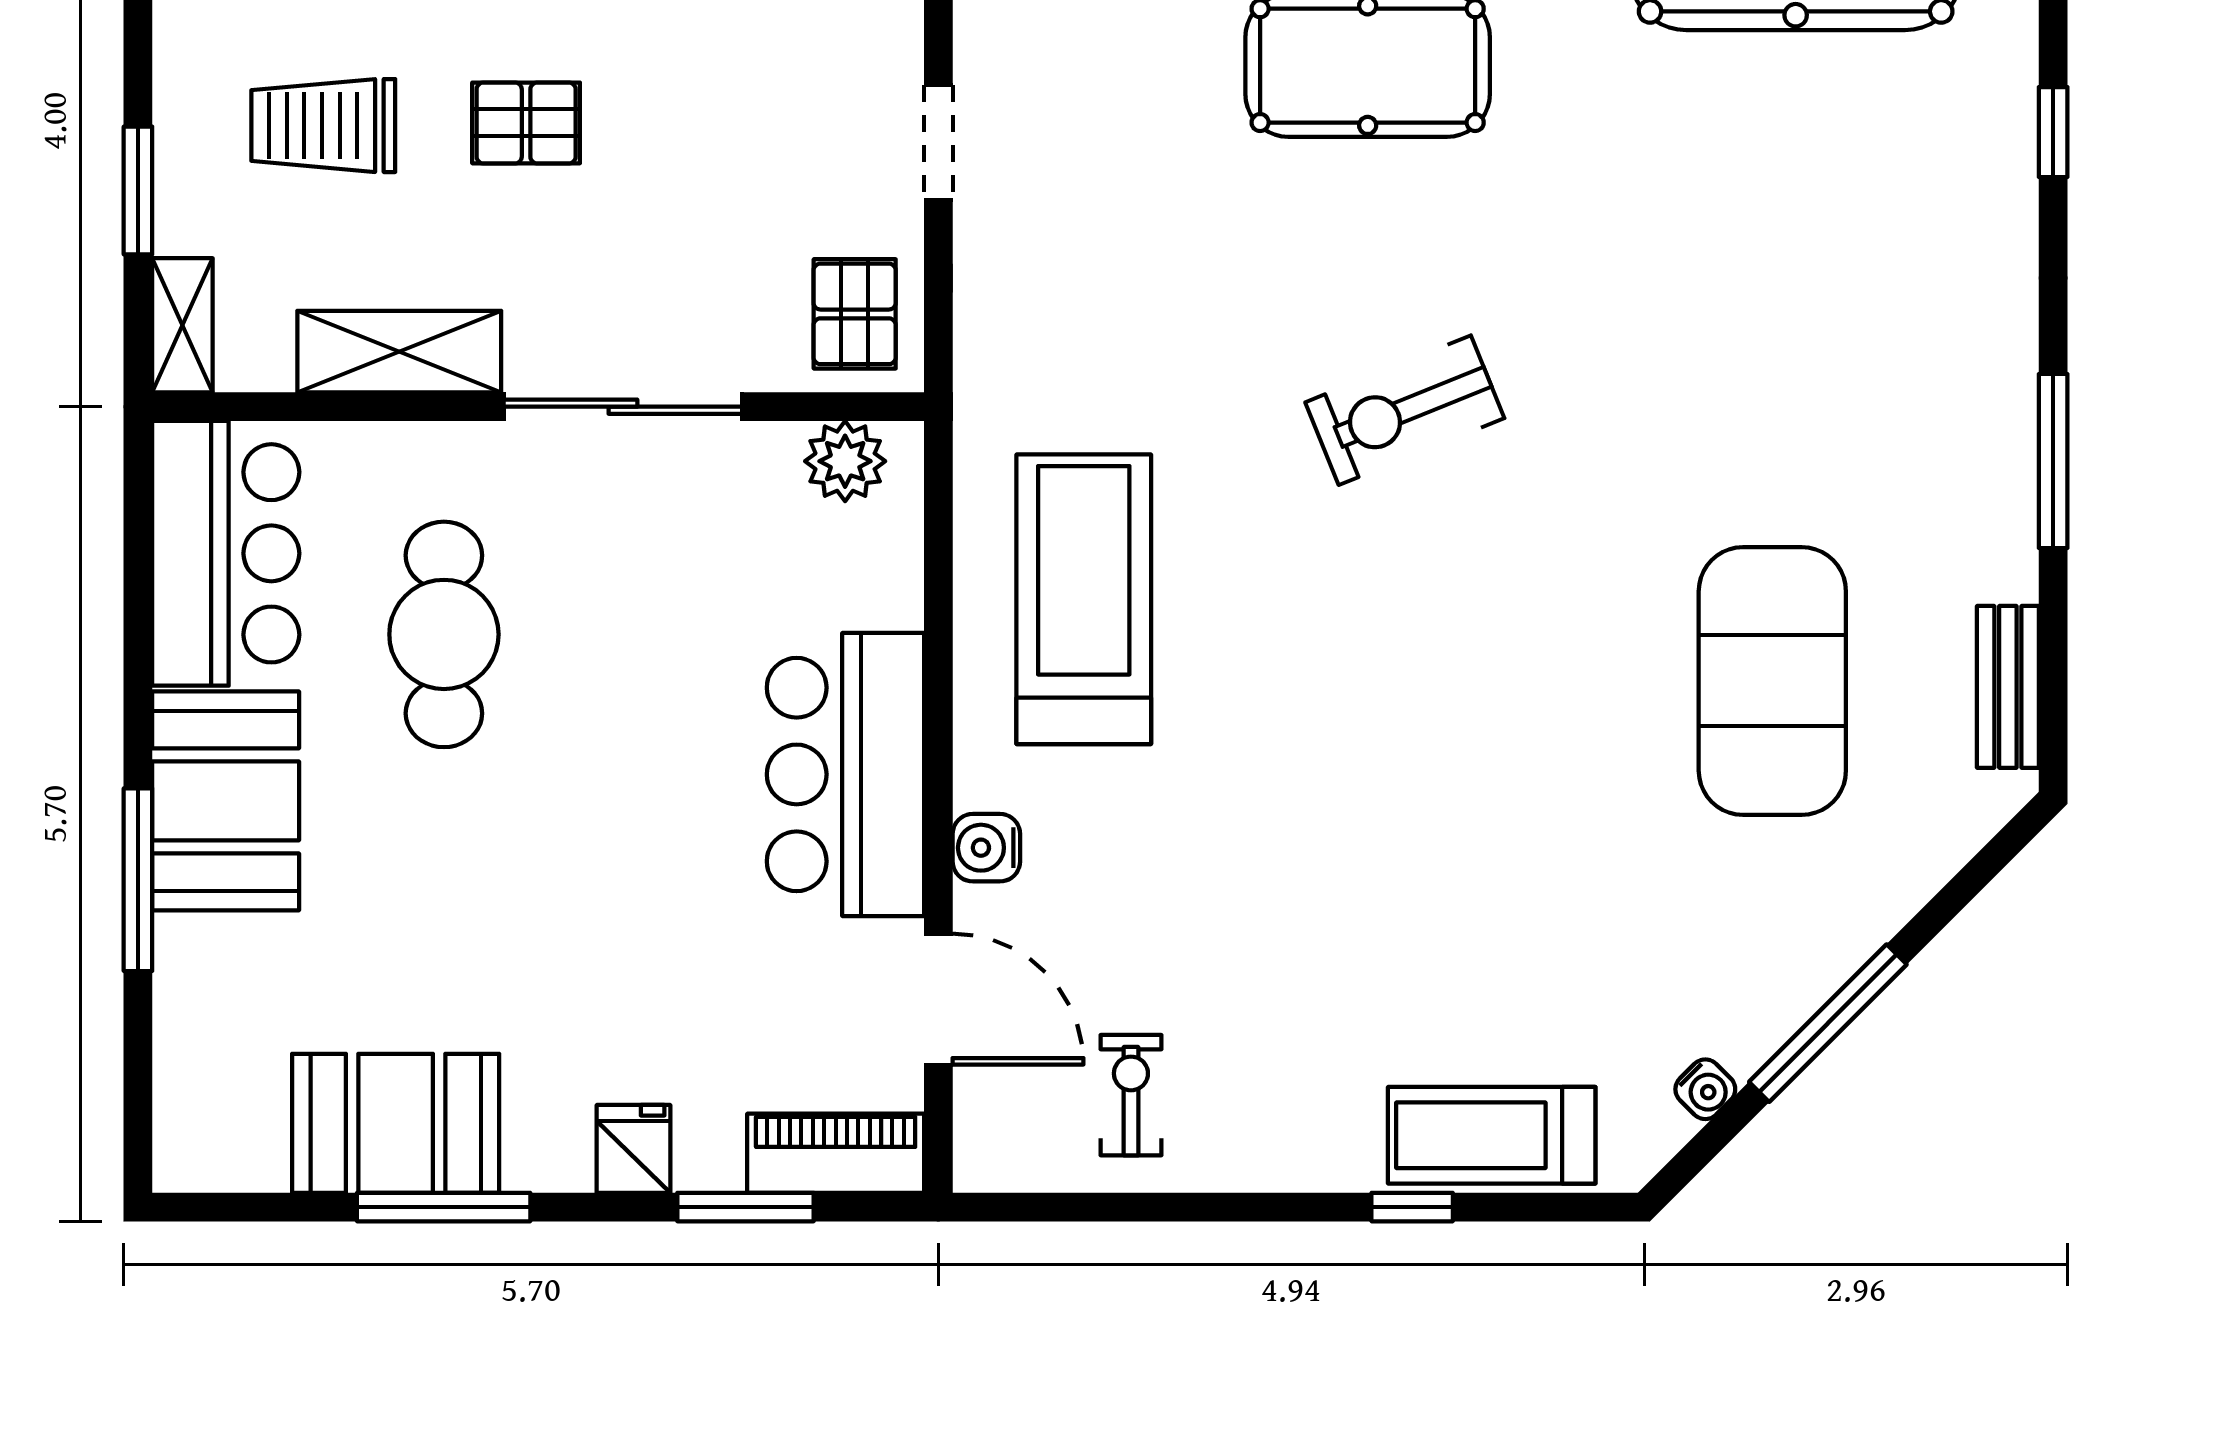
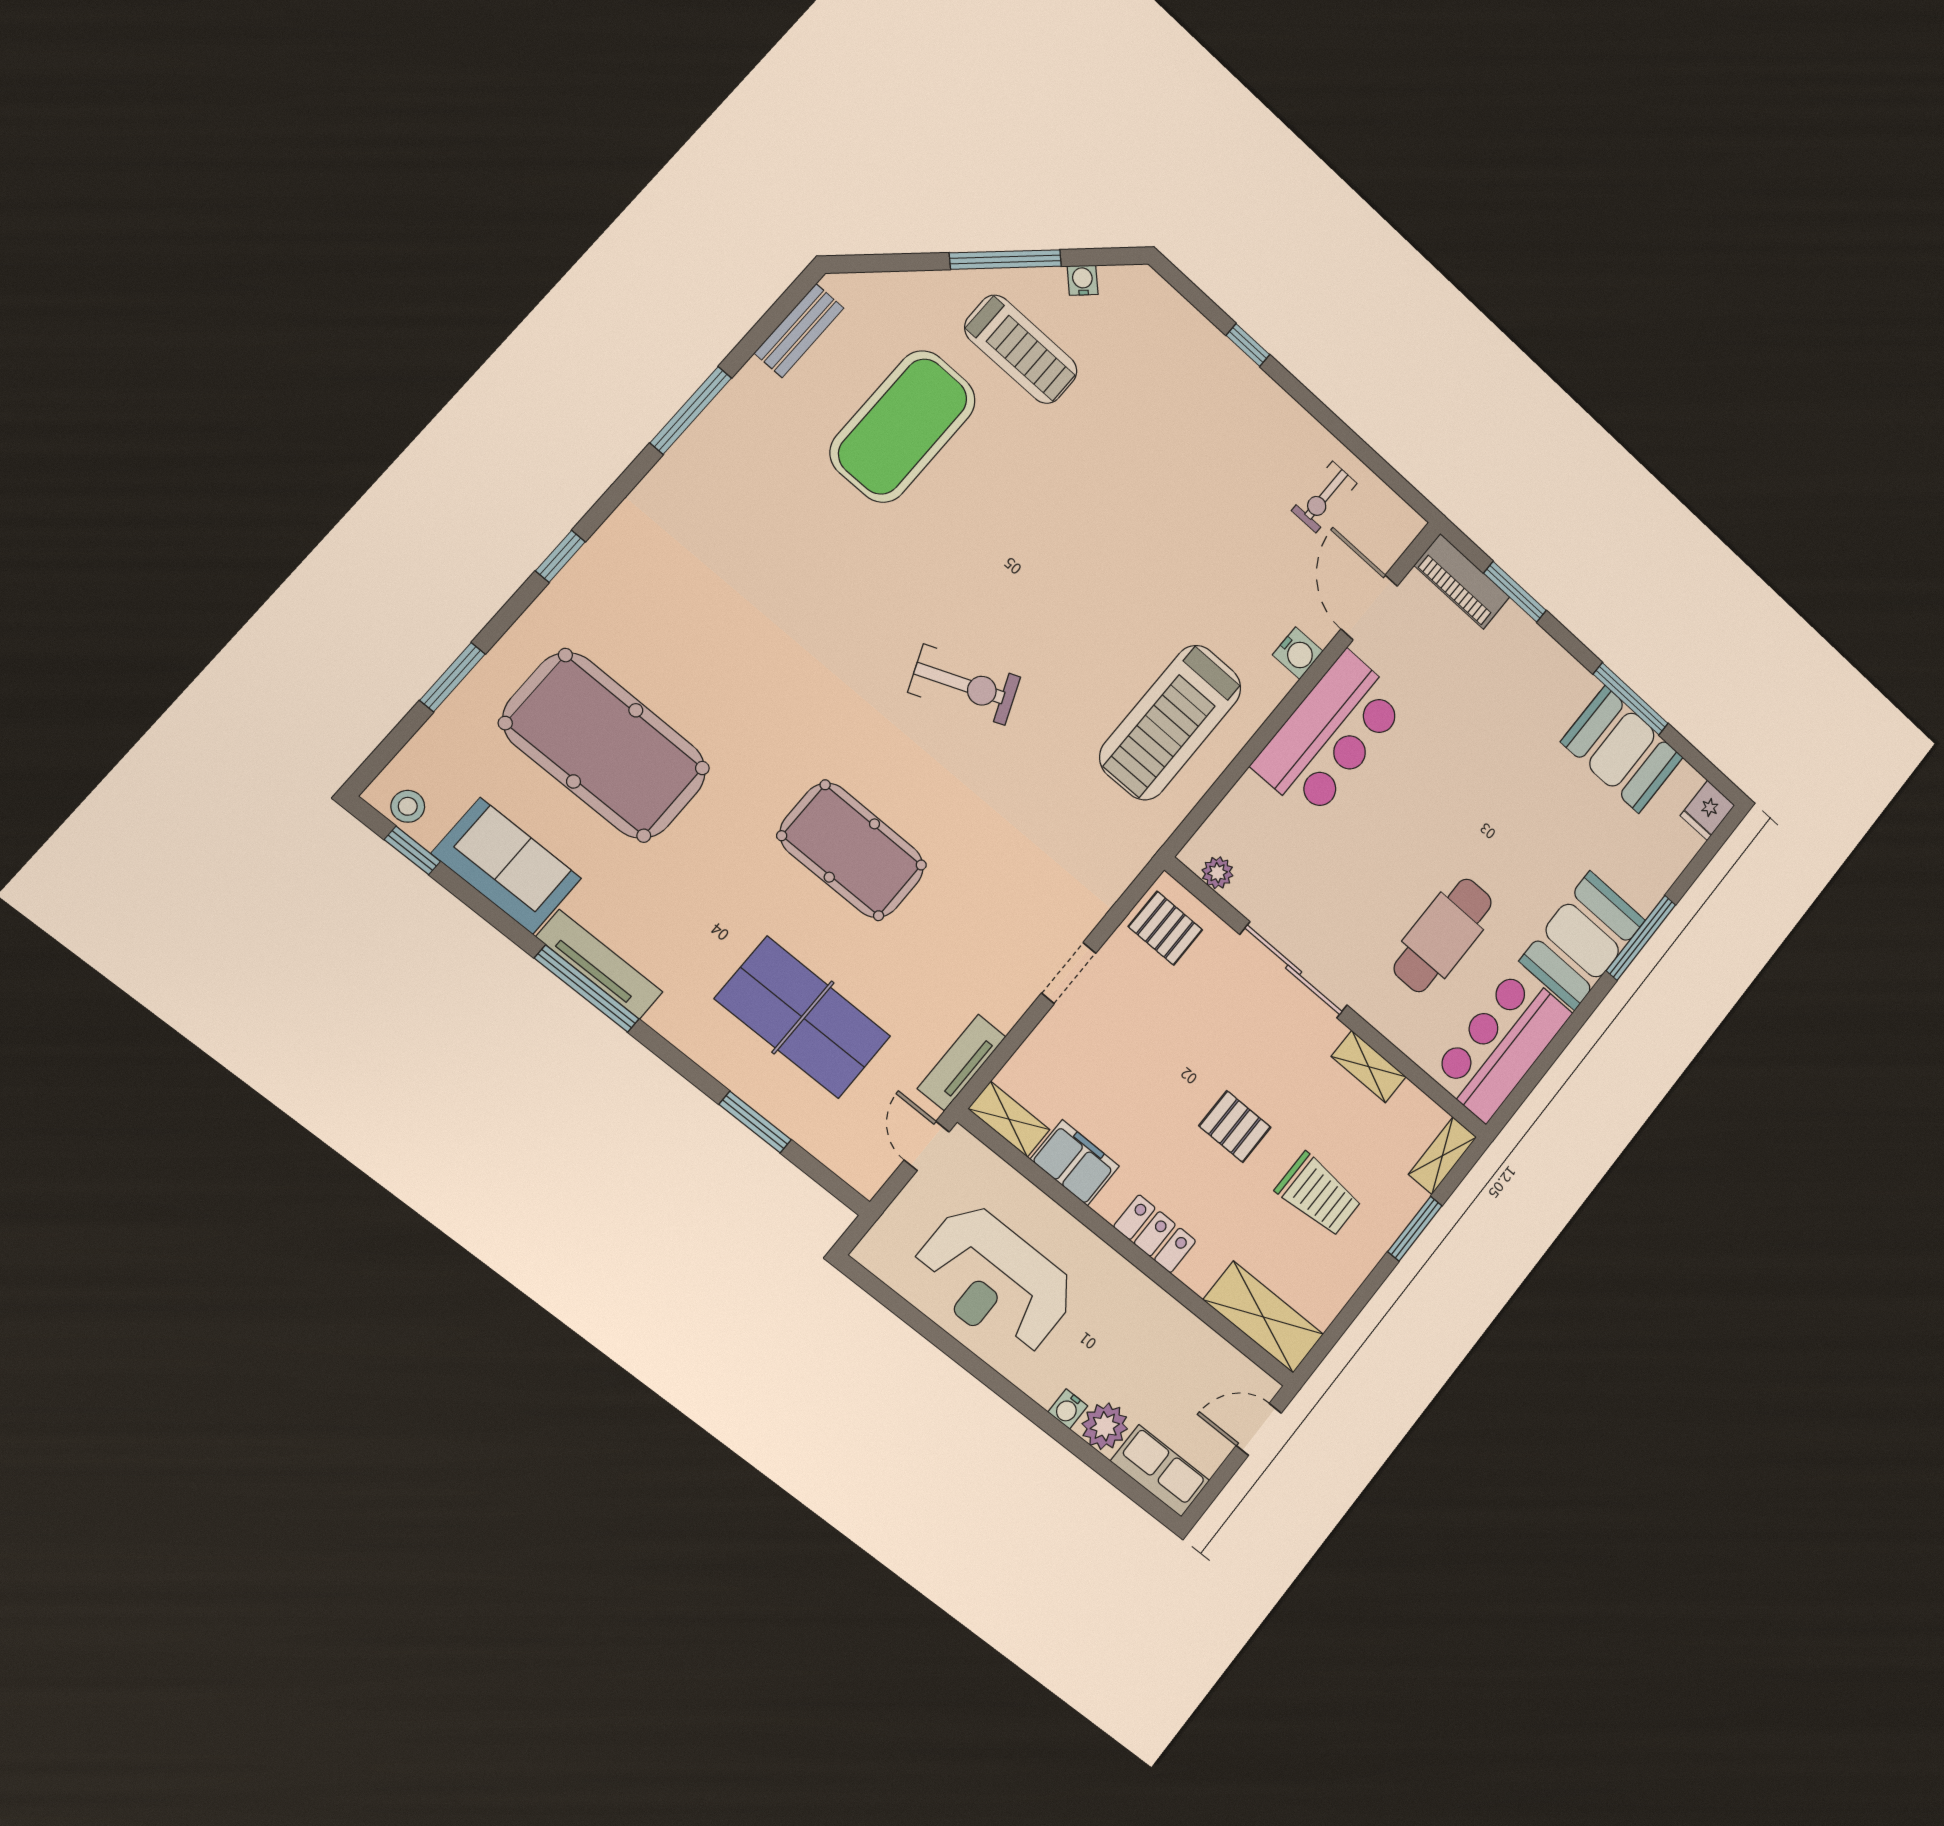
pallet: (855, 314) -> (1165, 928), turned 90
shelving: (399, 352) -> (1369, 1067), width x0.67, depth x0.75
plant: (845, 461) -> (1217, 873), width x0.73, depth x0.73
treadmill: (1492, 1135) -> (1021, 349), moved
fridge: (634, 1149) -> (1708, 810), moved

